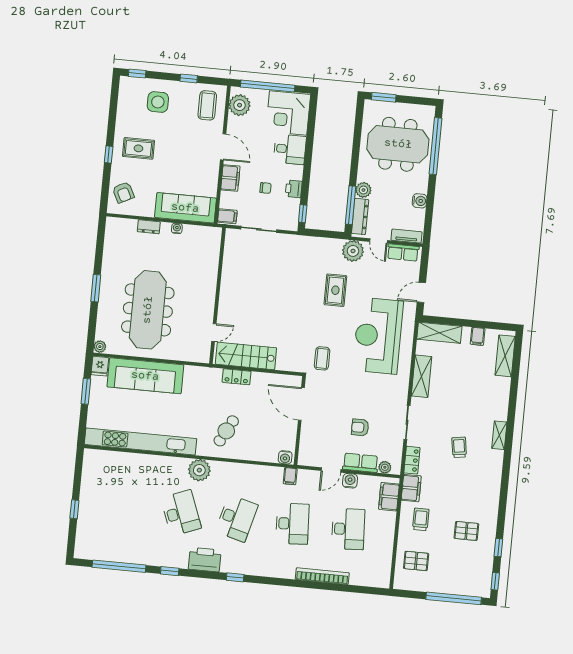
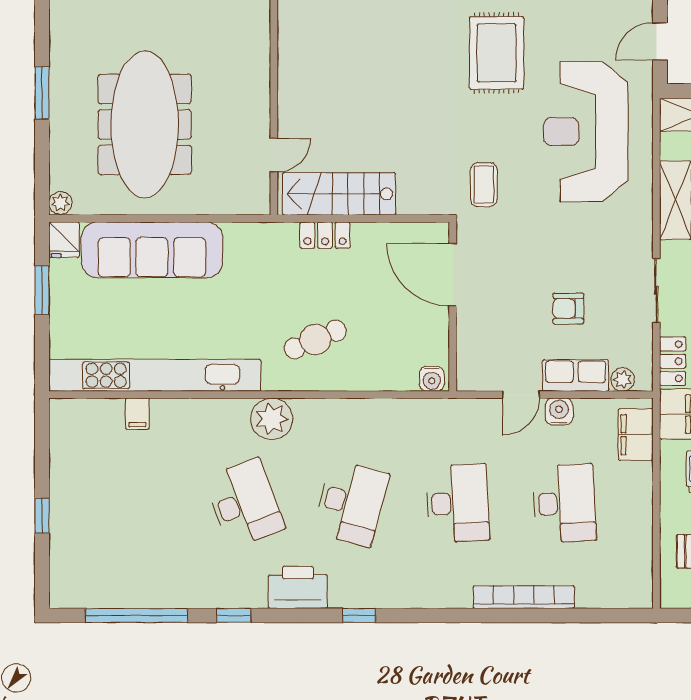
rug: (335, 290) -> (497, 53), width x1.36, depth x1.43
cafe table: (226, 431) -> (315, 340), turned 39
filing cabinet: (290, 476) -> (137, 414), moved

